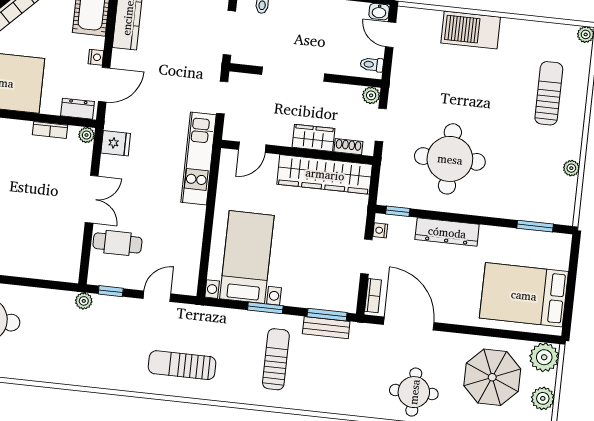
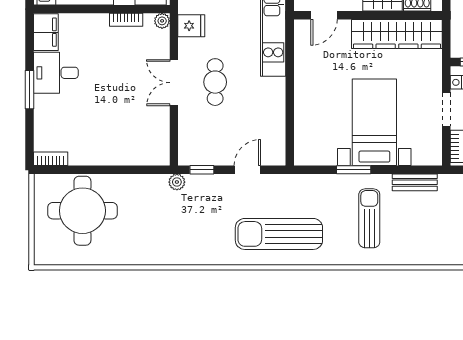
double door: (92, 199) -> (174, 83), swing flipped
cafe table: (117, 243) -> (215, 82), moved, turned 90
bed with nightstands: (247, 257) -> (374, 122), moved
window: (327, 315) -> (414, 170), removed
sun lounger: (182, 365) -> (279, 234), width x1.36, depth x1.34

